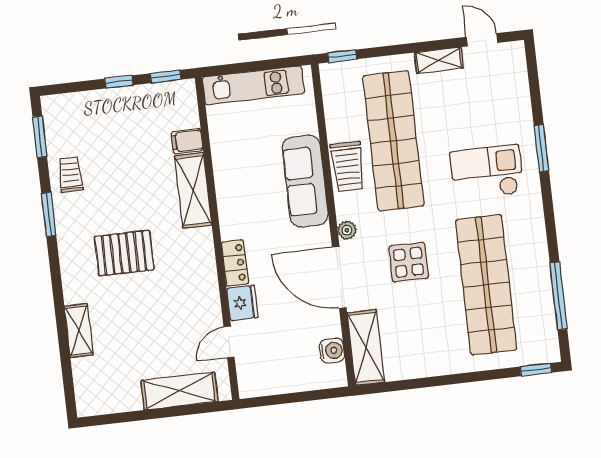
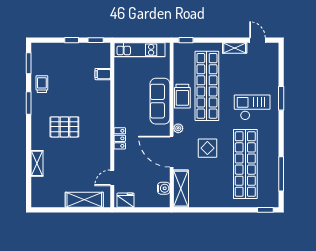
shelving: (193, 190) -> (103, 99), removed
fridge: (242, 303) -> (126, 200), moved, turned -90

